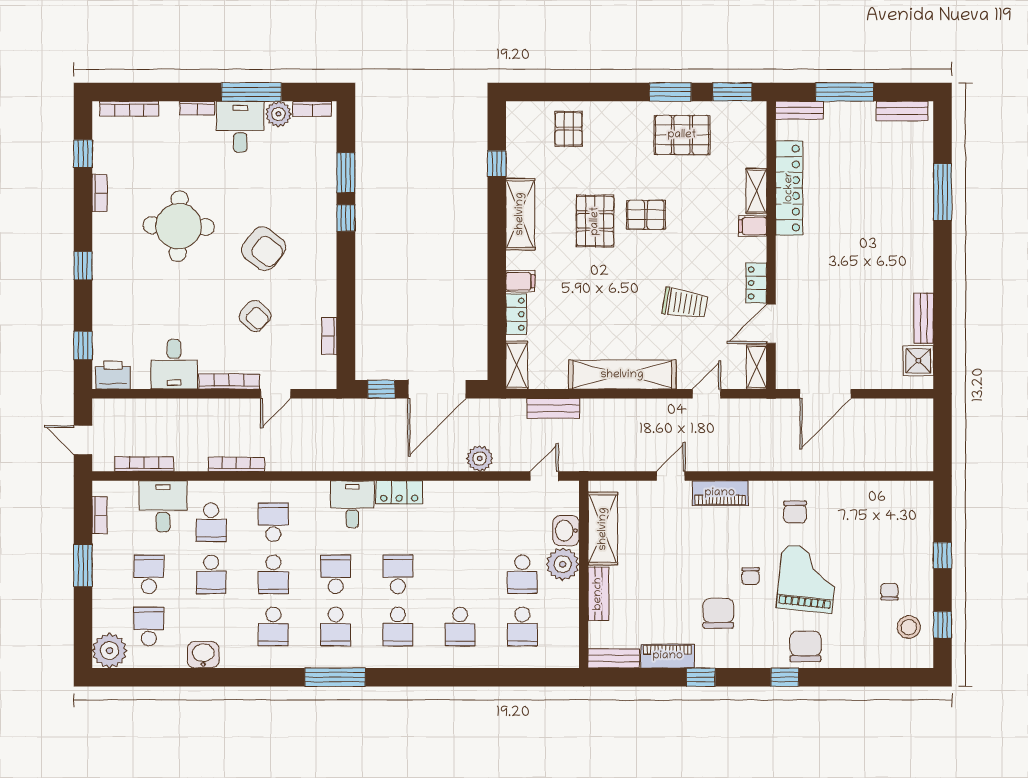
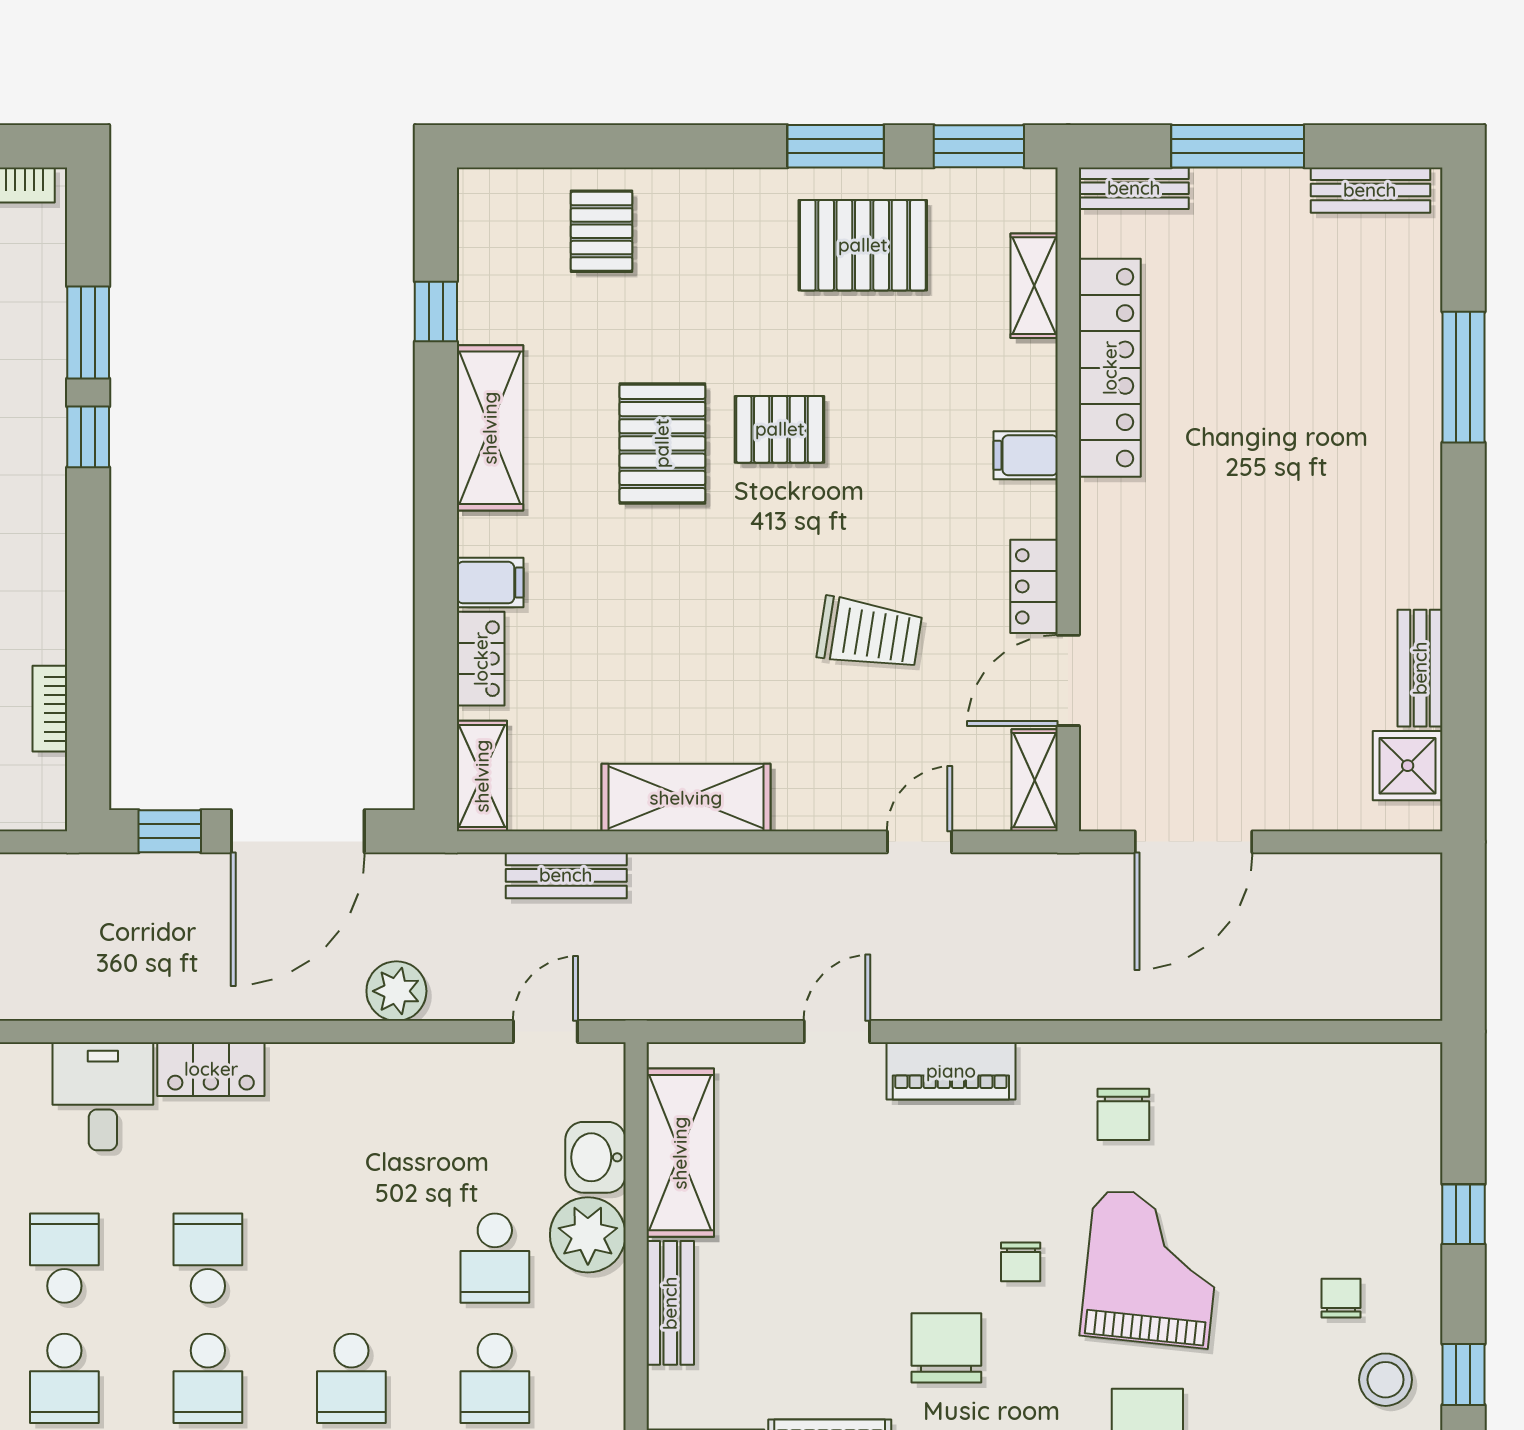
shelving: (756, 191) -> (1034, 286), moved
shelving: (622, 375) -> (686, 798), width x0.68

